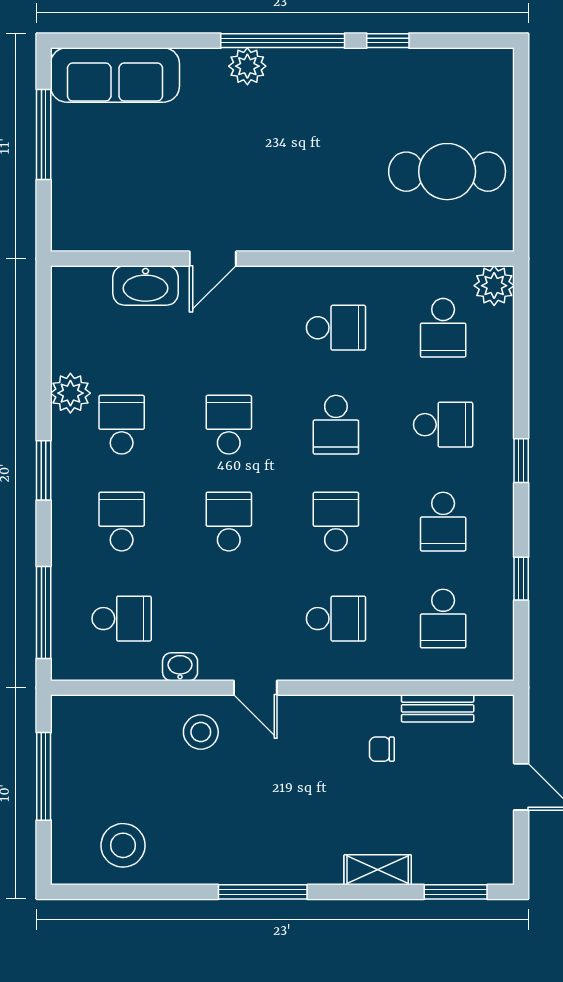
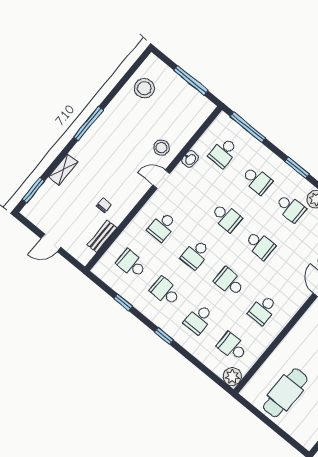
school desk: (336, 522) -> (196, 254), turned 90

